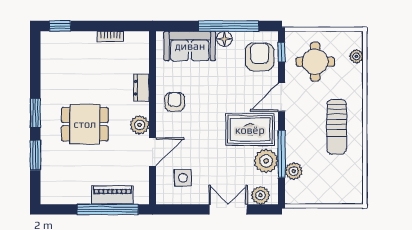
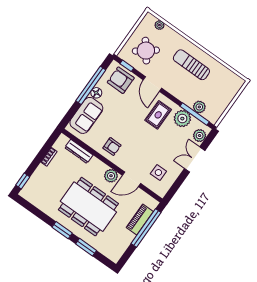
round table: (315, 62) -> (146, 51), turned -38
dresser: (141, 88) -> (79, 151), moved, width x1.44
armchair: (175, 102) -> (112, 147), turned 180
dining table: (85, 124) -> (88, 207), width x1.88, depth x1.24
sun lounger: (337, 127) -> (191, 65), turned 180
rug: (250, 130) -> (158, 115), width x0.73, depth x0.70
door: (152, 152) -> (131, 179), swing flipped
window: (282, 154) -> (195, 114), moved

